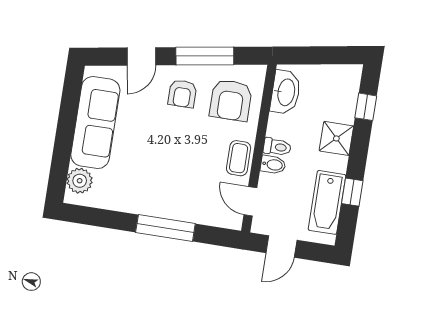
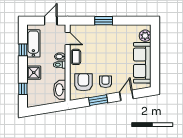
window: (205, 56) -> (98, 100), width x0.69
window: (165, 228) -> (104, 21), width x0.69

